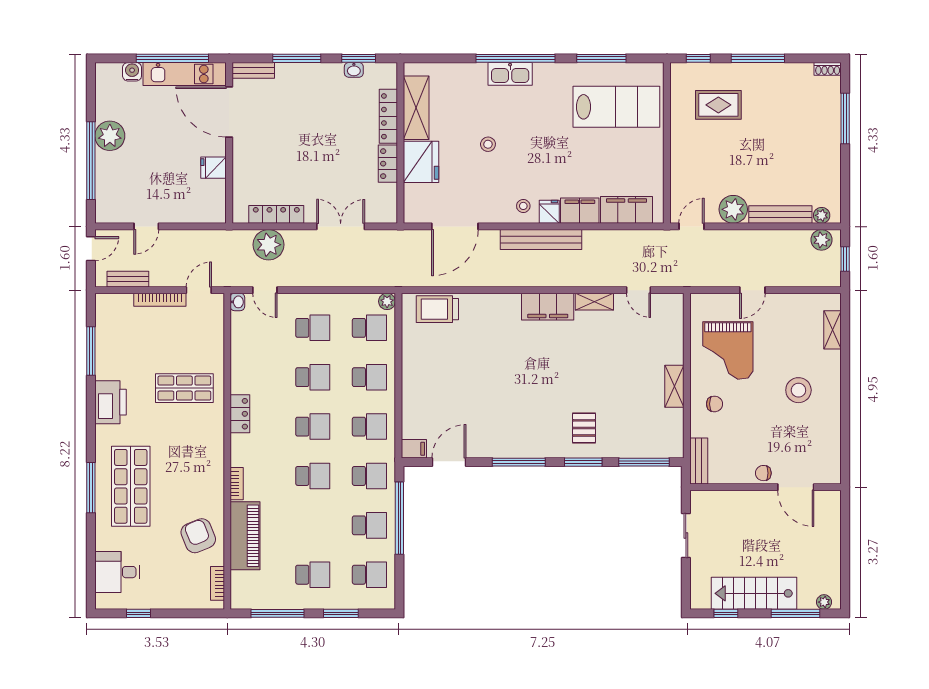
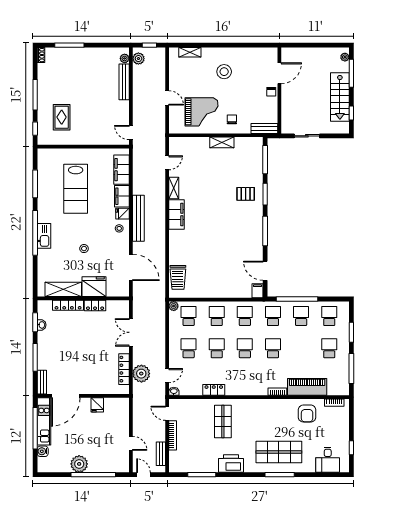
lab bench: (616, 107) -> (76, 189), moved, turned 180
plant: (733, 209) -> (121, 109), removed
locker: (240, 414) -> (214, 390), moved
armchair: (198, 536) -> (307, 414), turned -68

